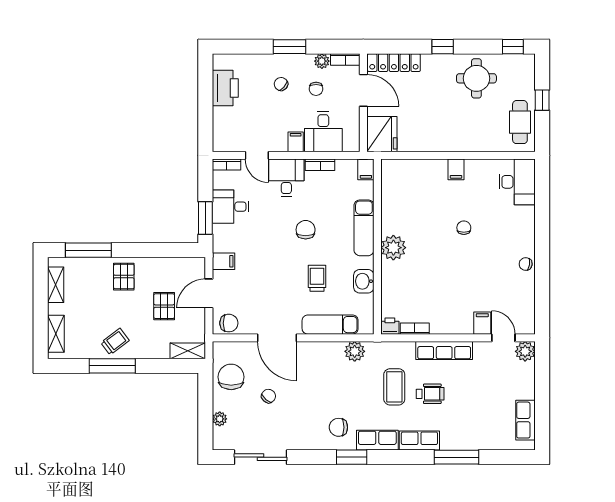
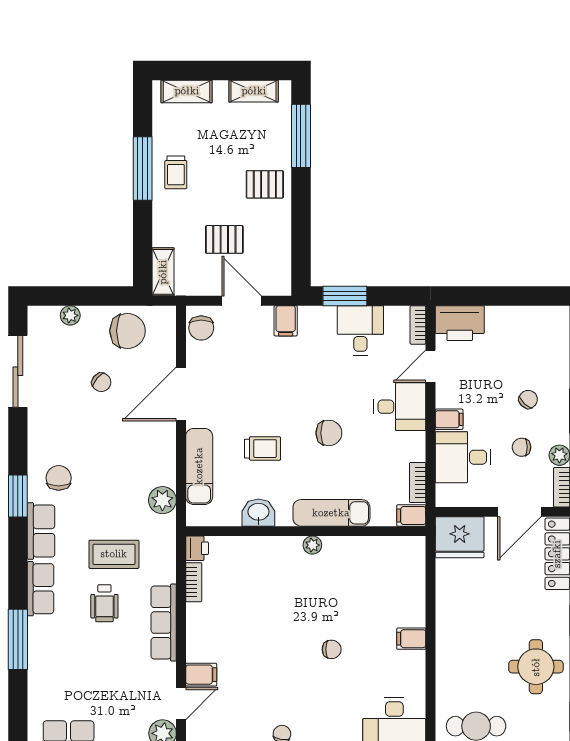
printer: (225, 88) -> (460, 323), moved
bookcase: (320, 165) -> (418, 483), moved
plant: (393, 248) -> (312, 545), width x0.53, depth x0.53
trolley: (115, 342) -> (176, 172), turned 37

